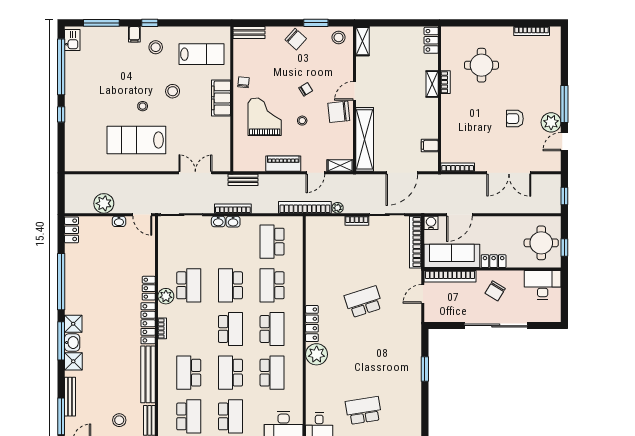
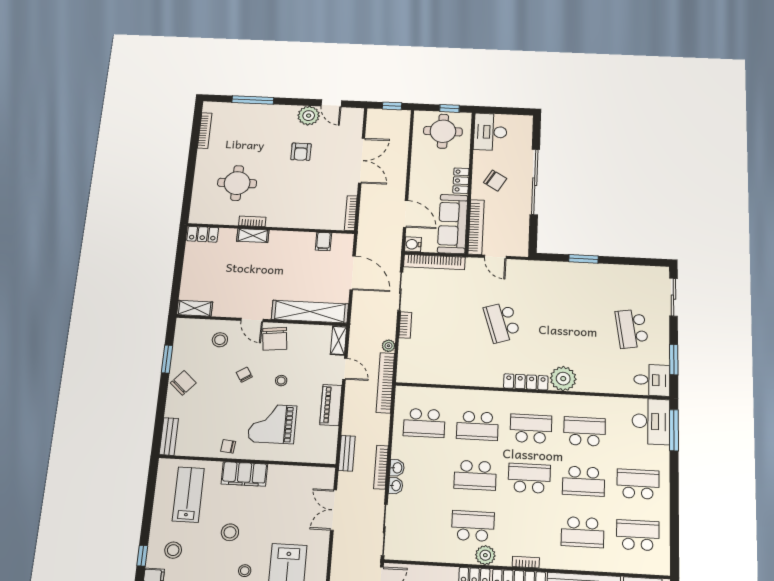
stool: (339, 37) -> (220, 340), moved
window: (564, 104) -> (253, 100), moved

